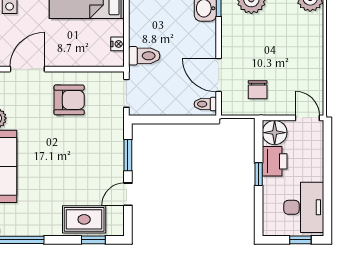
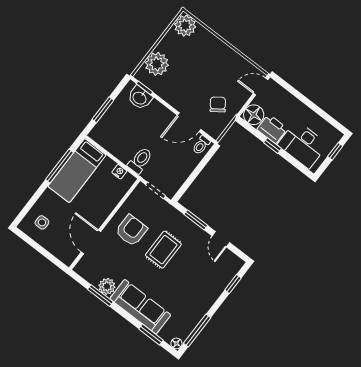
chair: (258, 90) -> (218, 104), turned -126
desk: (304, 207) -> (302, 145), moved, turned 180
rug: (84, 219) -> (163, 250), moved

